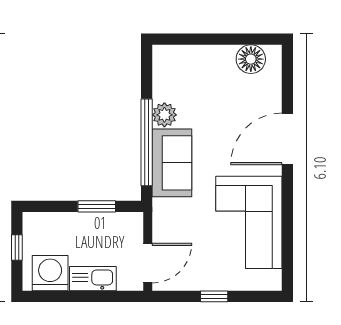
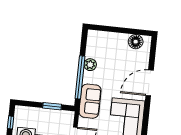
sofa: (172, 163) -> (90, 101), moved

